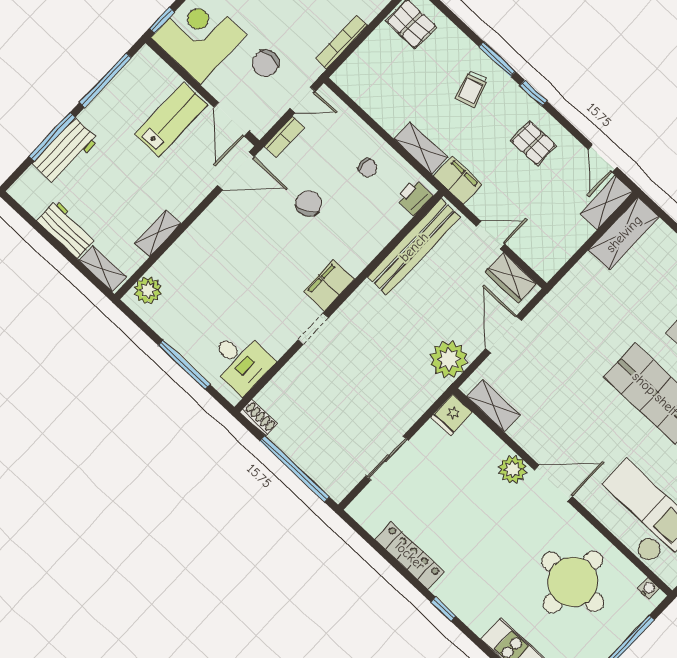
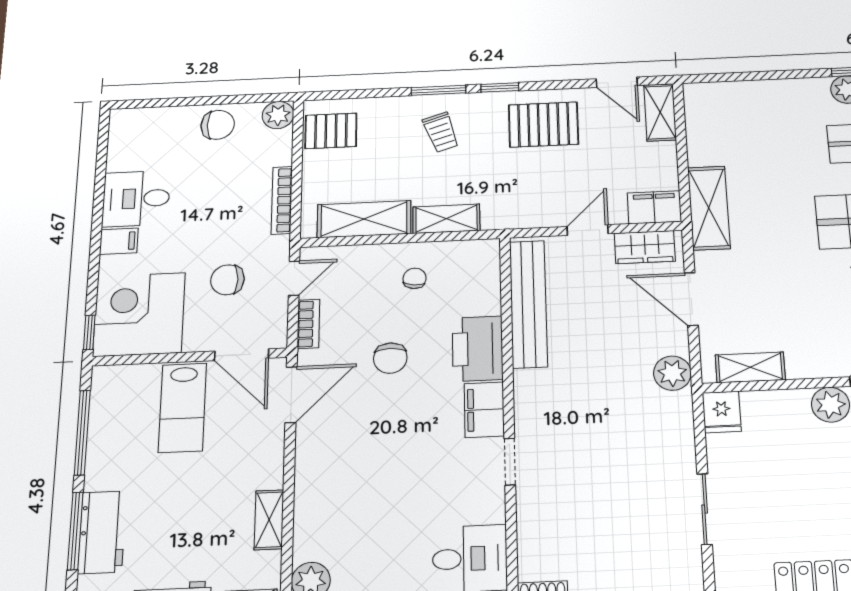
chair: (266, 63) -> (227, 280), turned 95
shelving: (376, 101) -> (364, 219), added
lab bench: (171, 120) -> (182, 408), turned 180
pallet: (534, 143) -> (543, 125), width x1.50, depth x1.42
chair: (368, 168) -> (415, 278), turned -84
filing cabinet: (458, 180) -> (654, 207), moved
printer: (414, 197) -> (478, 349), moved, width x1.87, depth x1.48
chair: (309, 203) -> (390, 358), turned -153
shelving: (624, 234) -> (709, 208), moved
plant: (449, 359) -> (672, 373), width x0.73, depth x0.73

